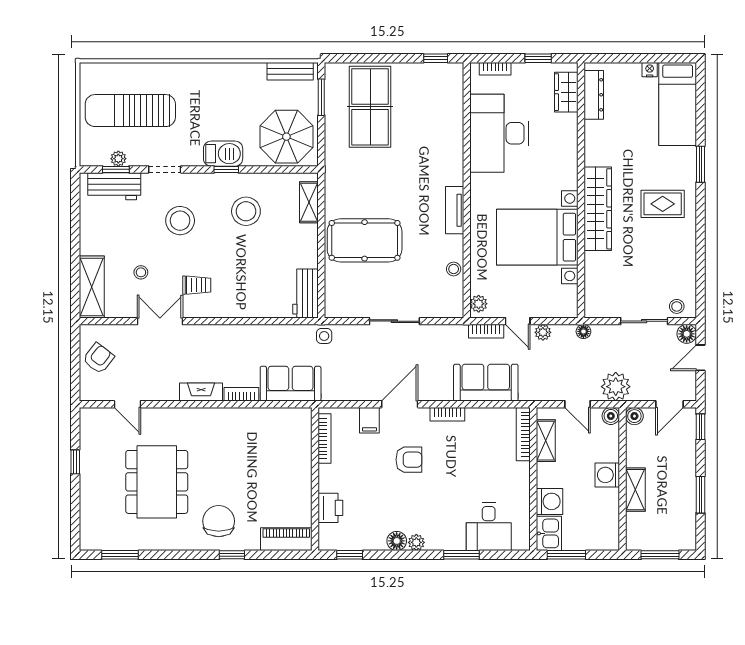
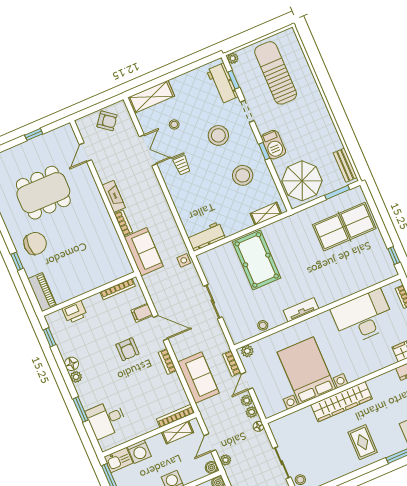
plant: (118, 159) -> (233, 58), moved
plant: (561, 332) -> (252, 412), added
plant: (616, 387) -> (226, 460), width x0.53, depth x0.53

